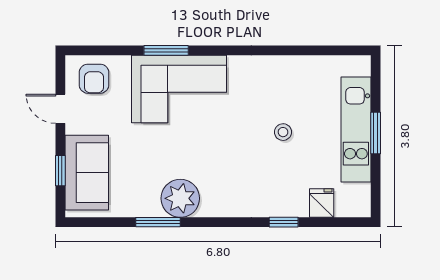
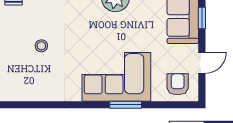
door: (60, 109) -> (202, 63), hinge flipped

